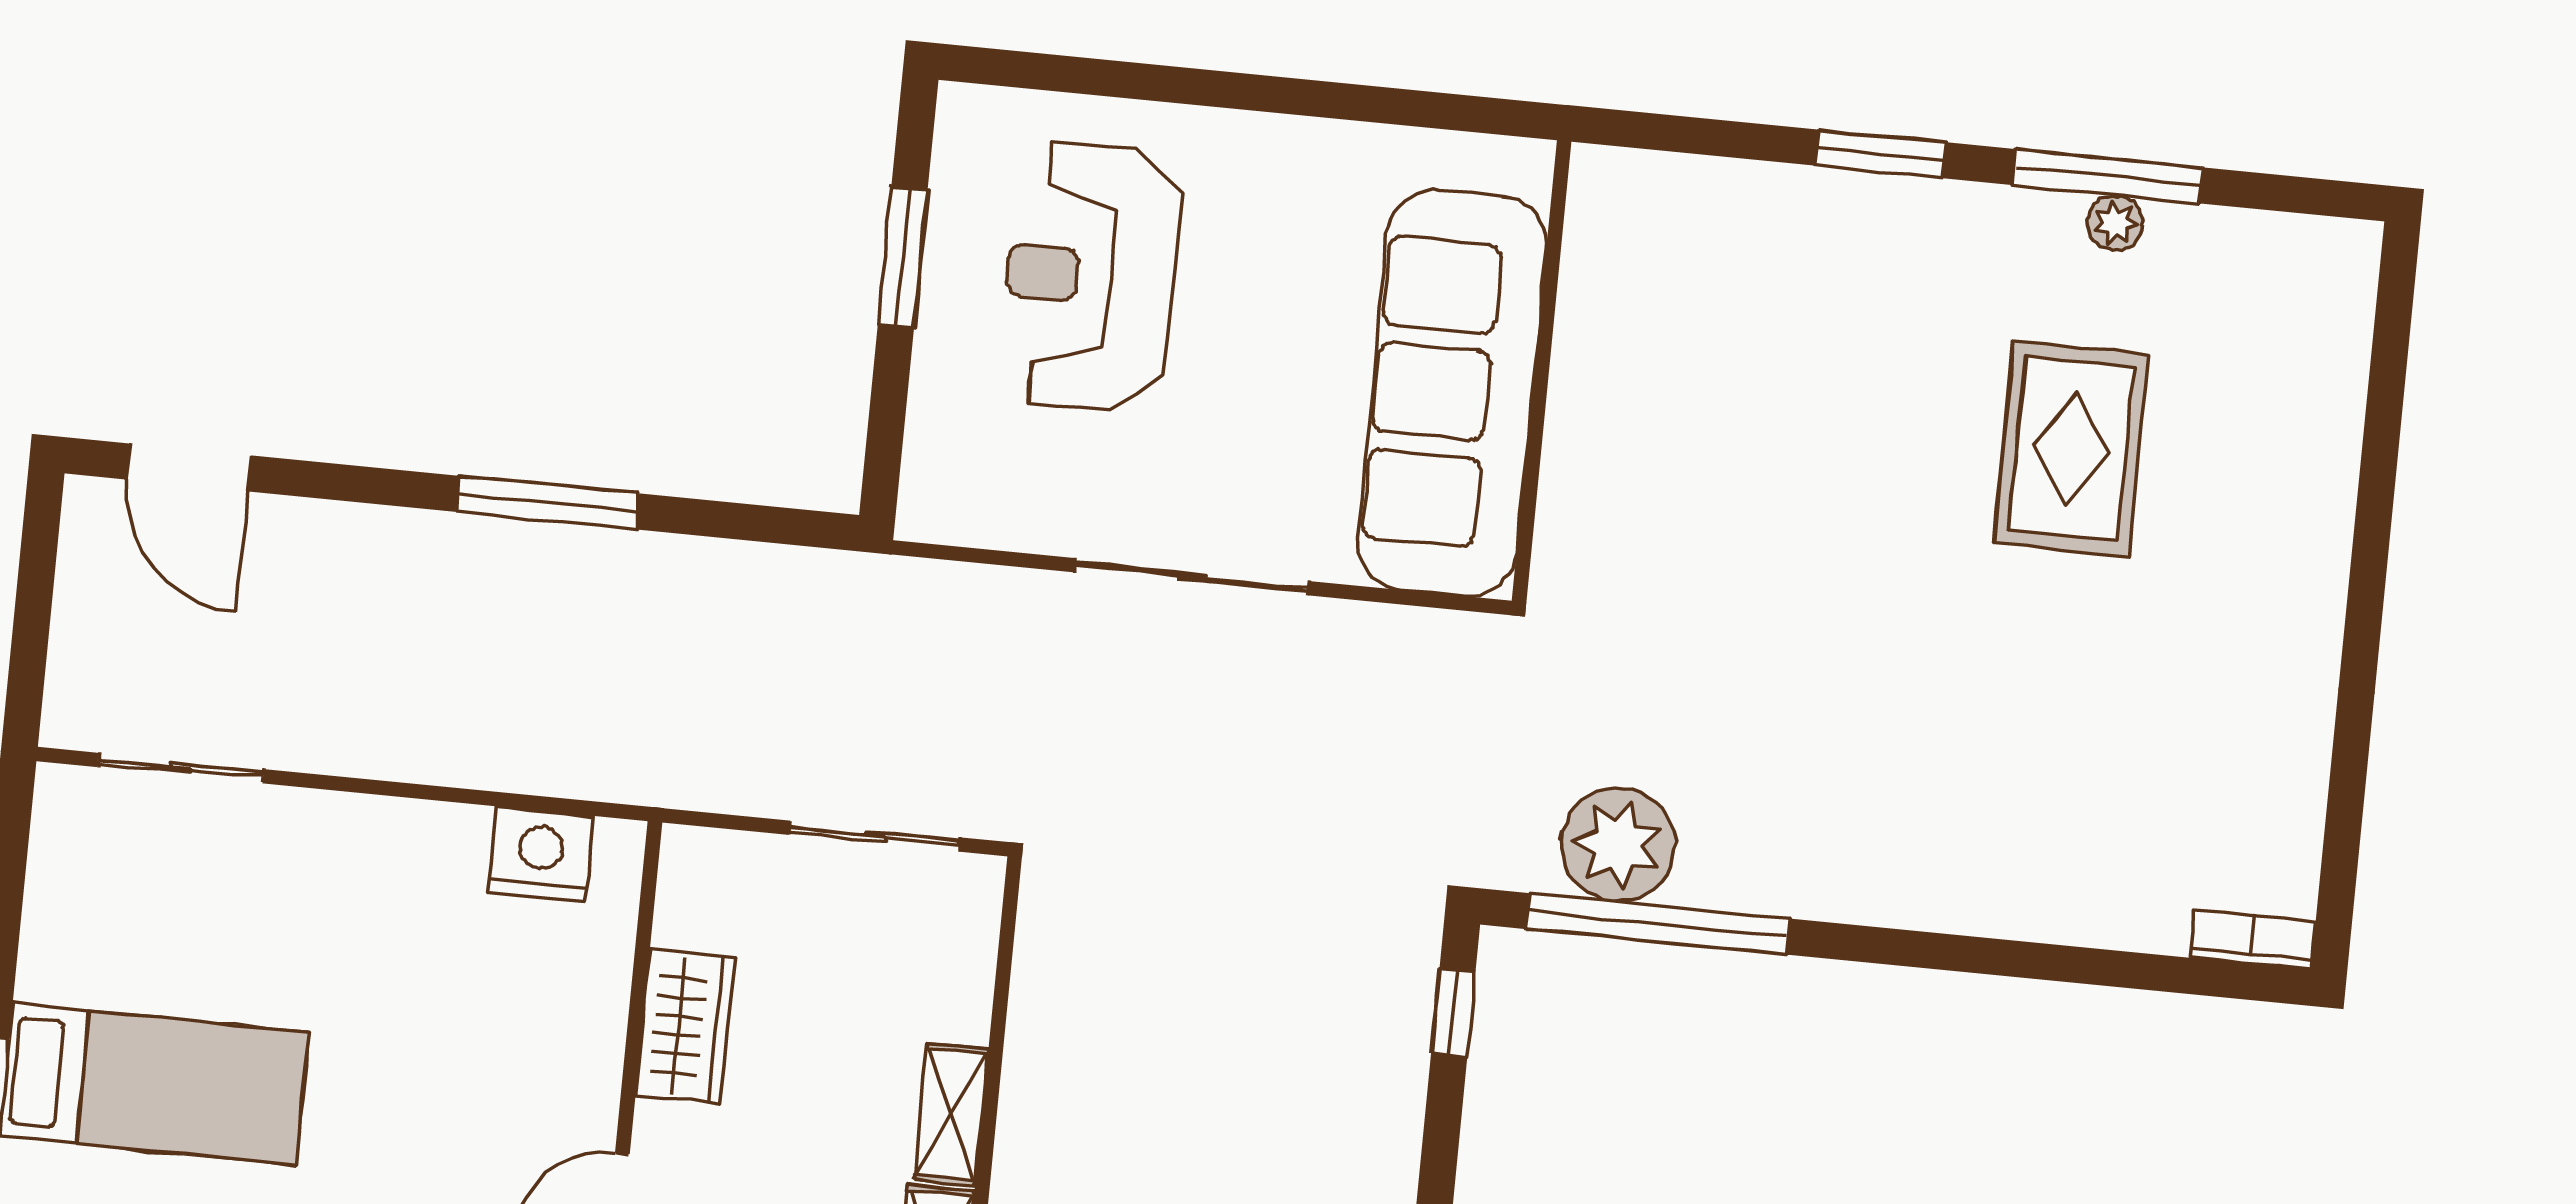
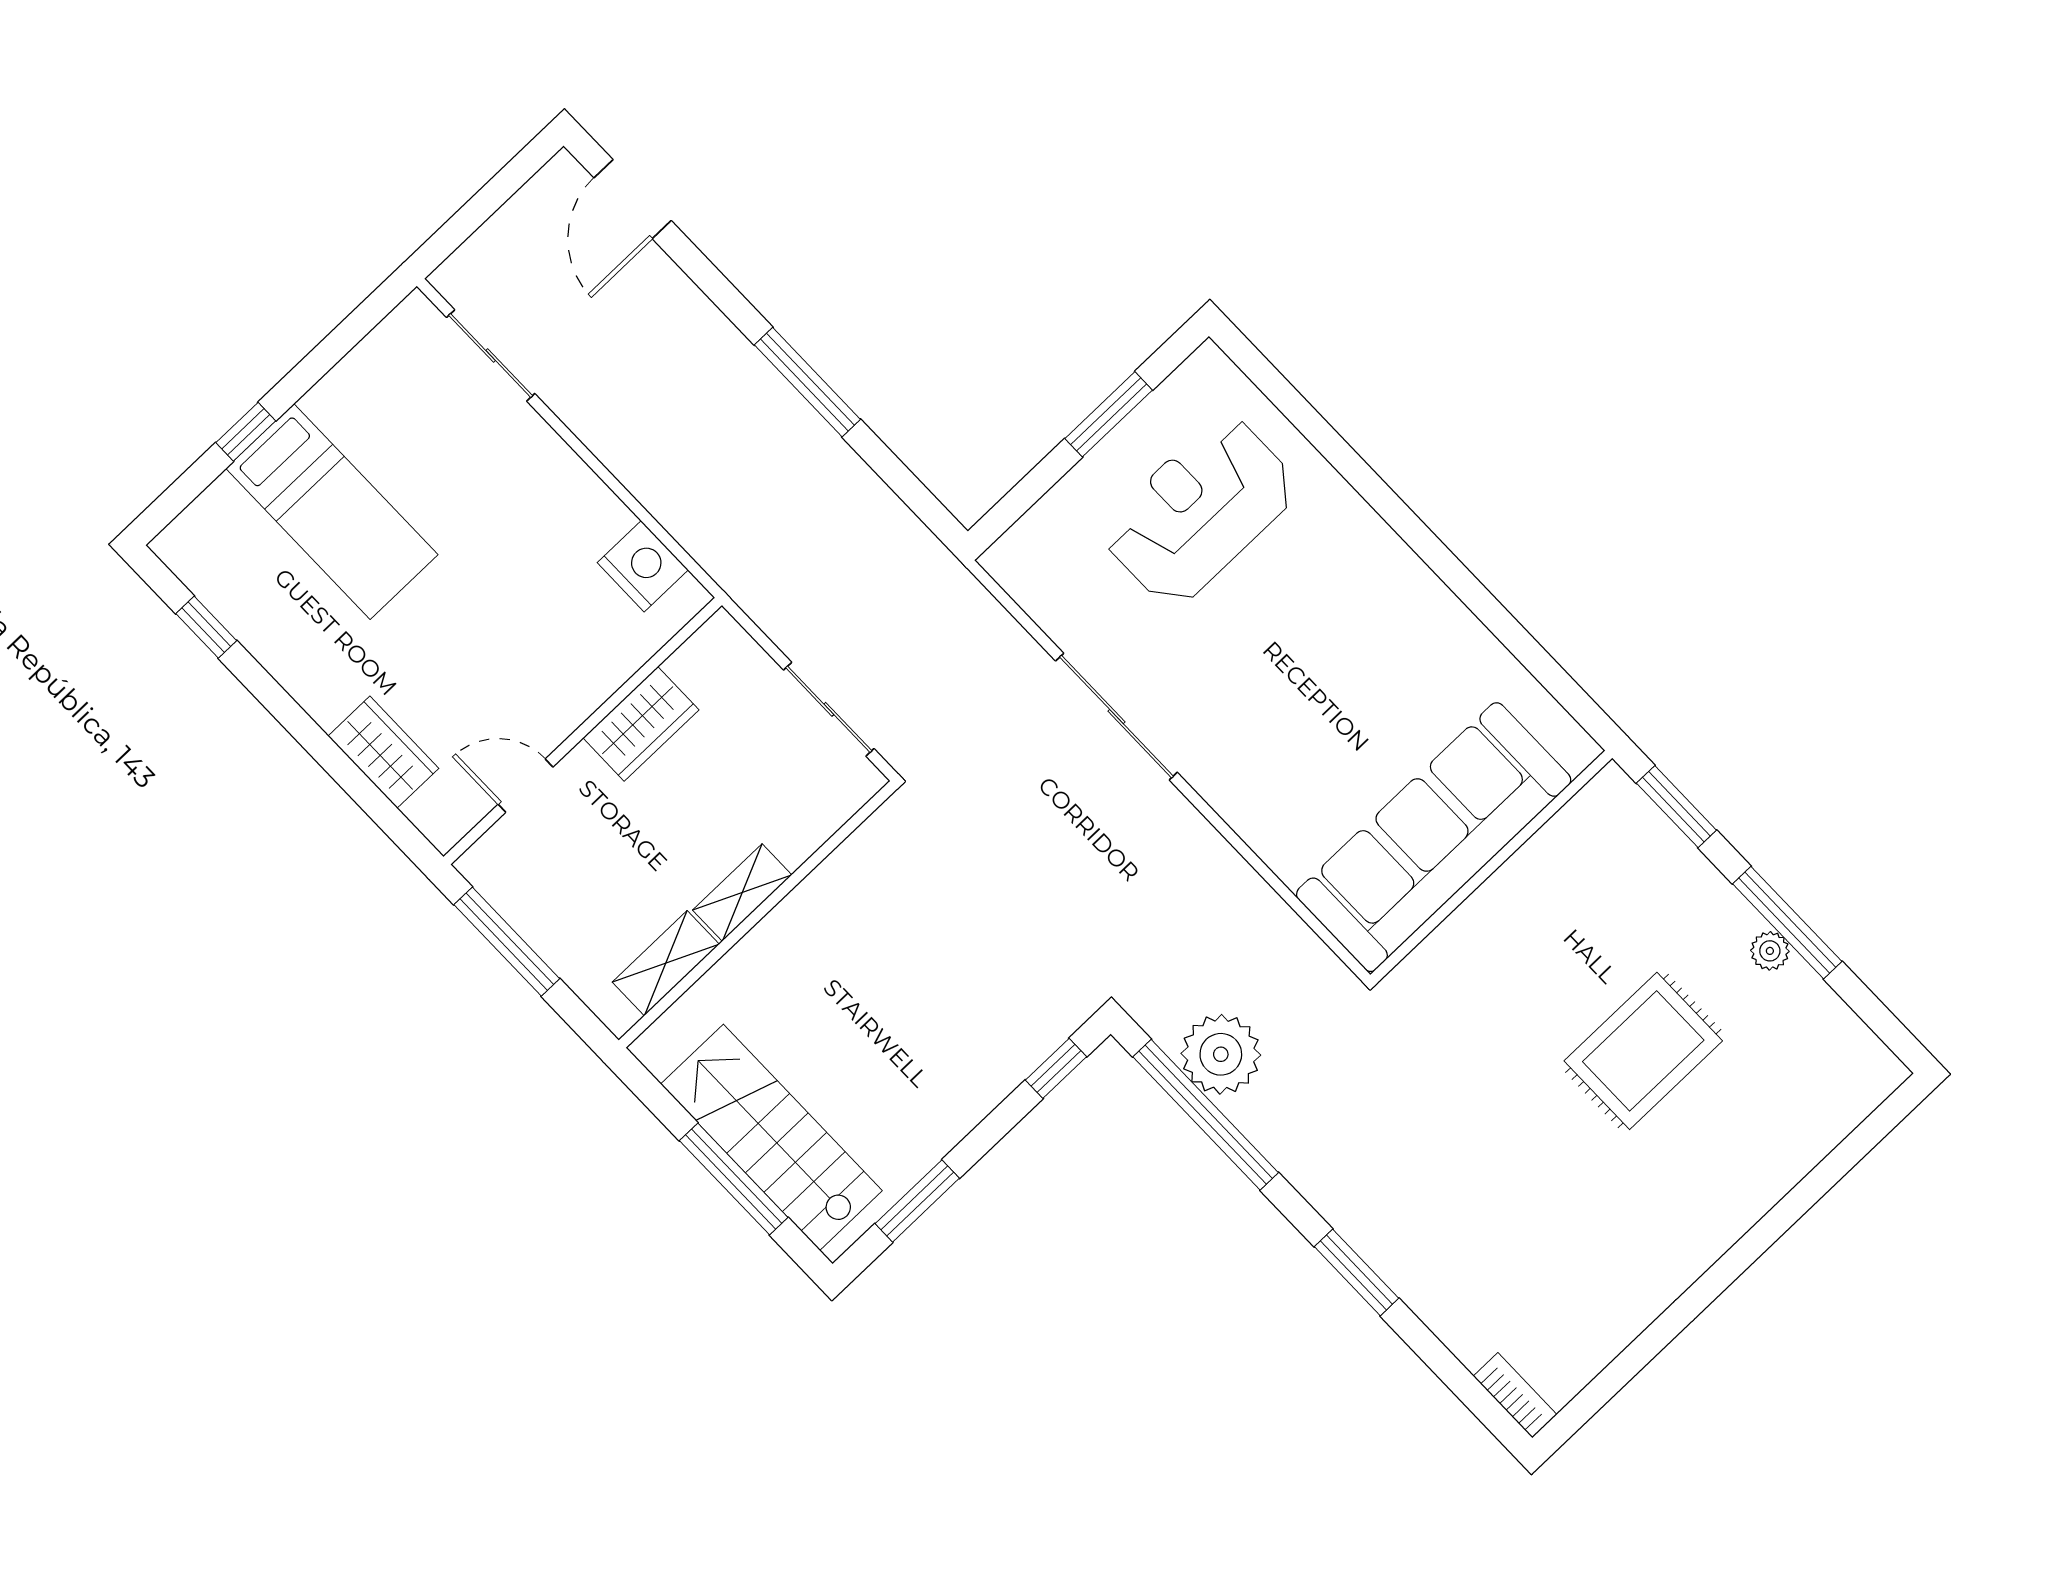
wall: (1542, 371) -> (1491, 866), moved
sofa: (1452, 393) -> (1434, 837), moved
window: (1967, 954) -> (1356, 1272), added

